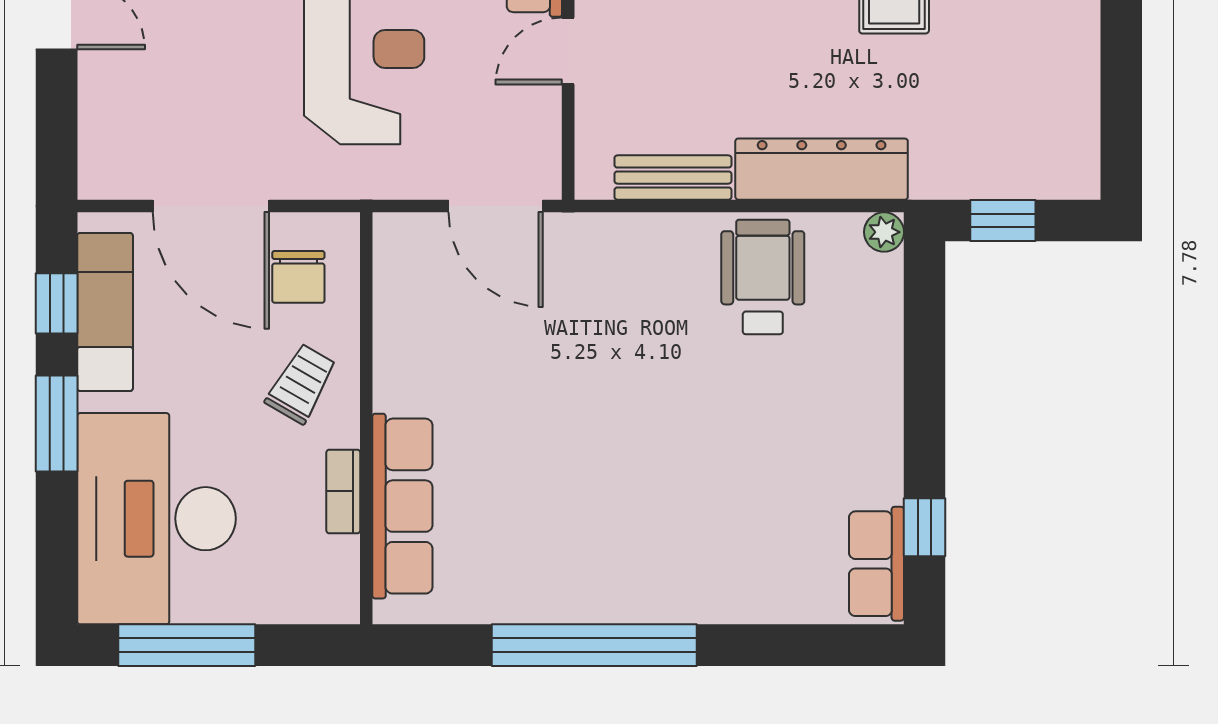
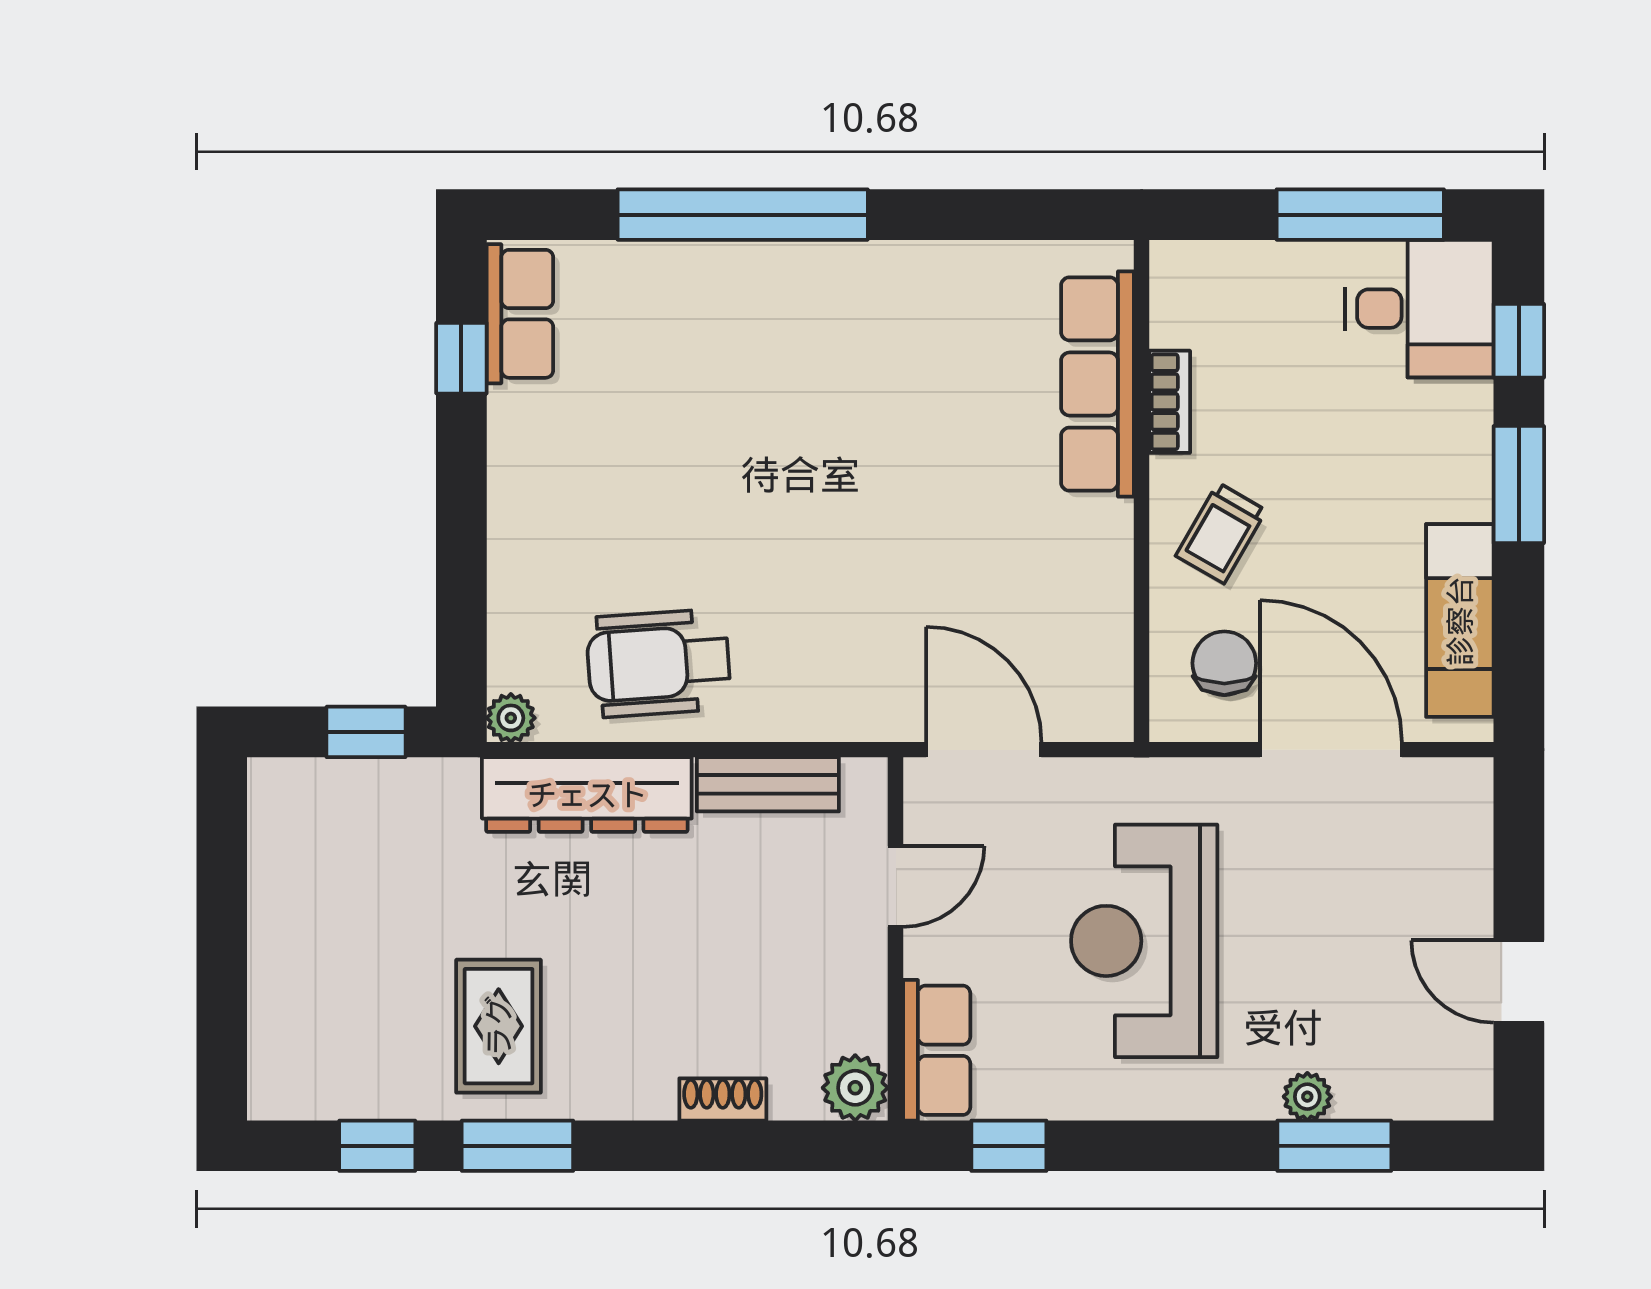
door: (568, 51) -> (896, 886), moved
wheelchair: (763, 277) -> (658, 663), turned 86
window: (57, 303) -> (1519, 341), moved
desk: (156, 519) -> (1419, 309), width x0.53, depth x0.77
window: (594, 645) -> (743, 215), moved

